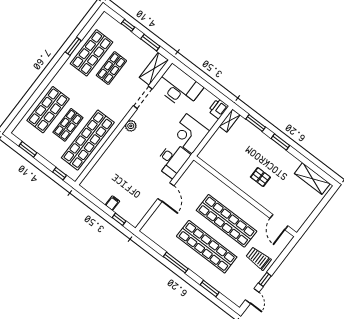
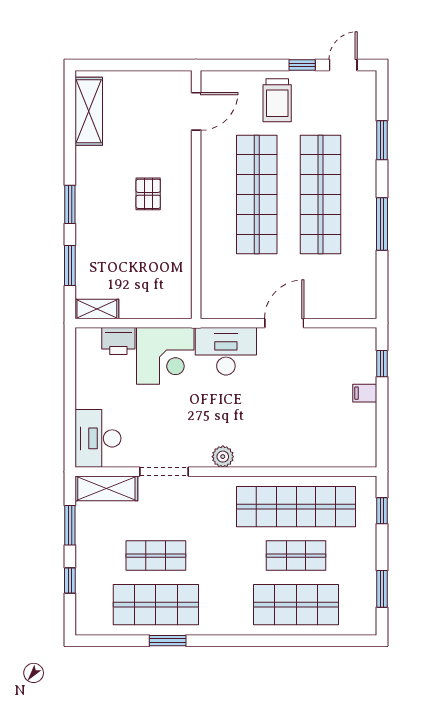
desk: (179, 87) -> (98, 438), width x0.73, depth x0.77
printer: (218, 109) -> (118, 341), moved

